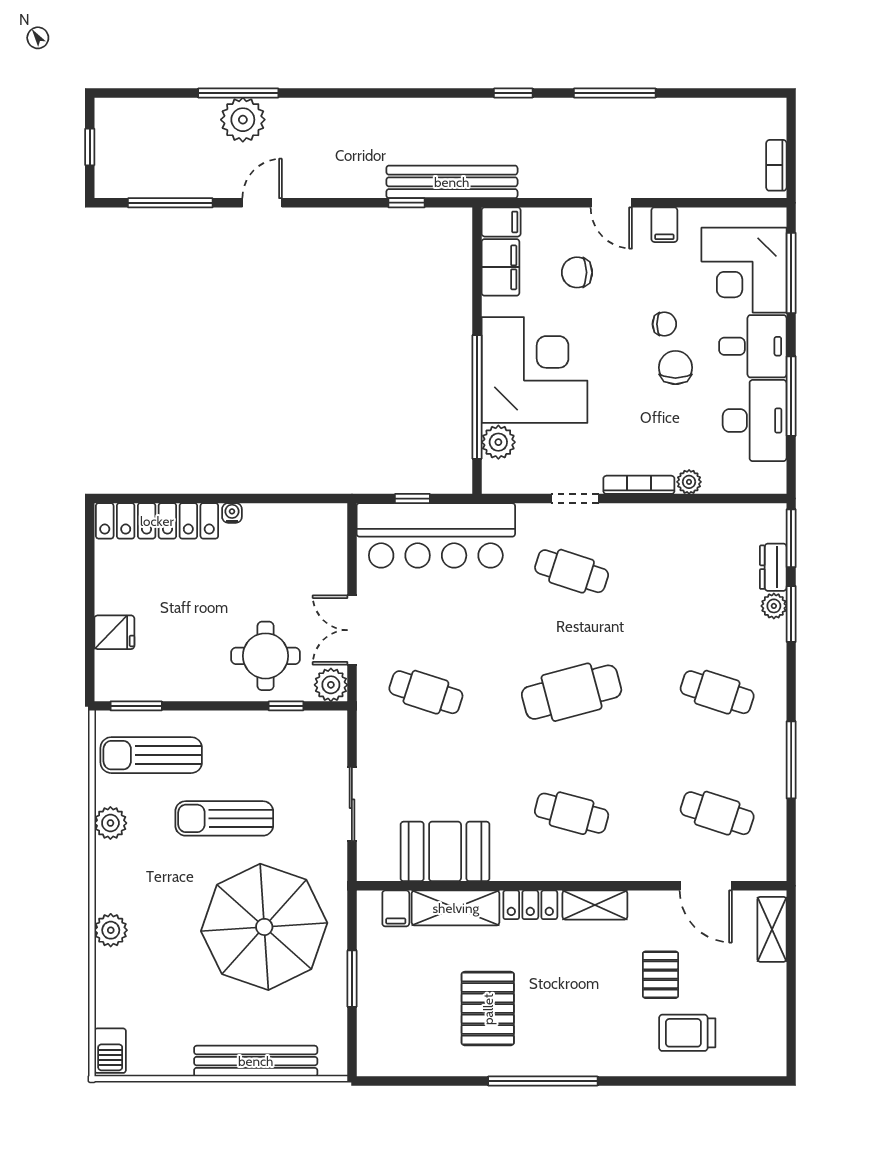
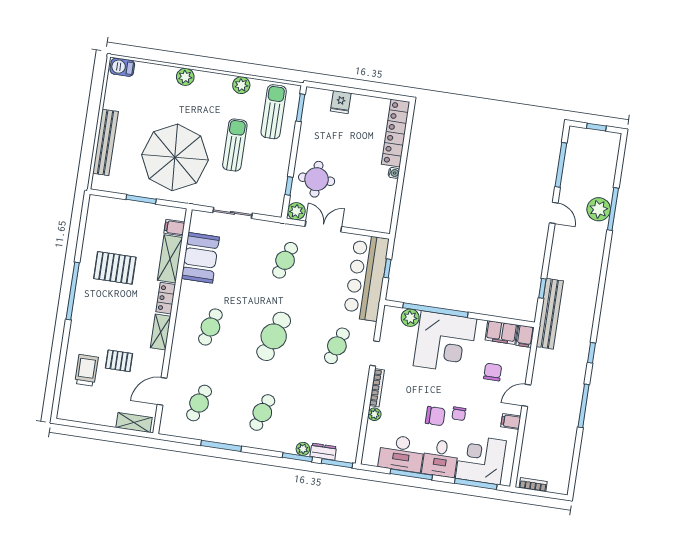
cafe table: (572, 692) -> (274, 336), turned 33

